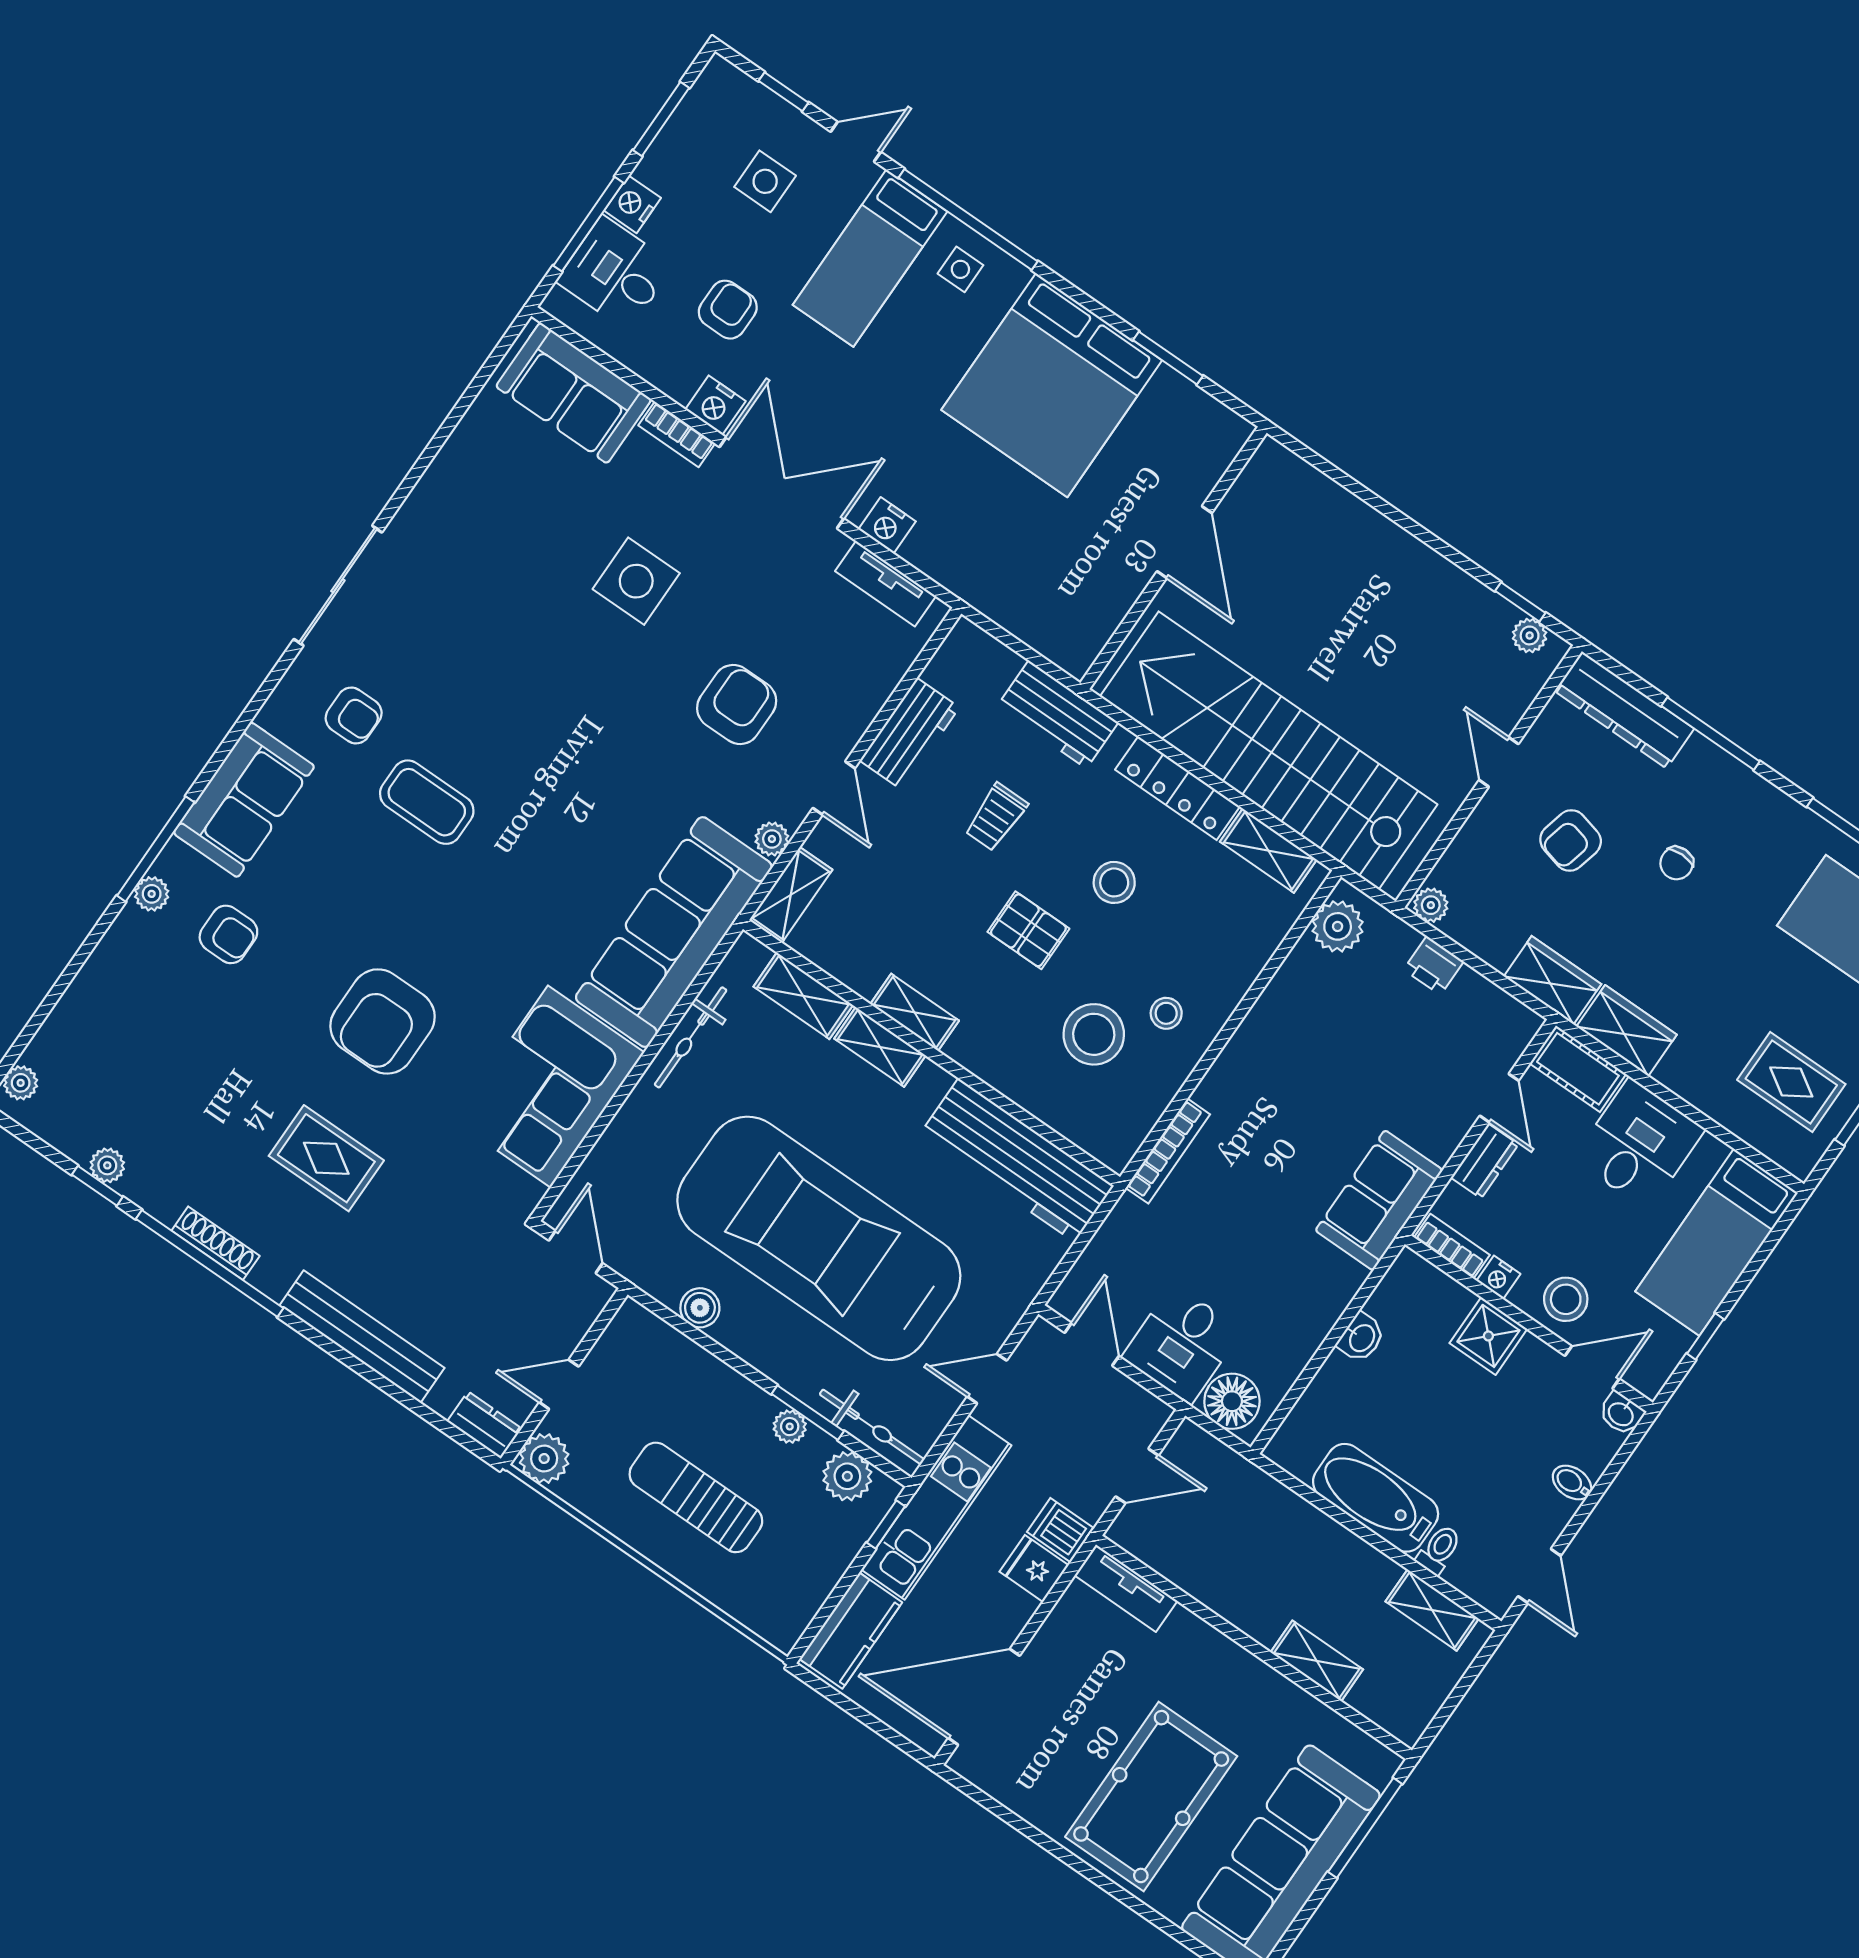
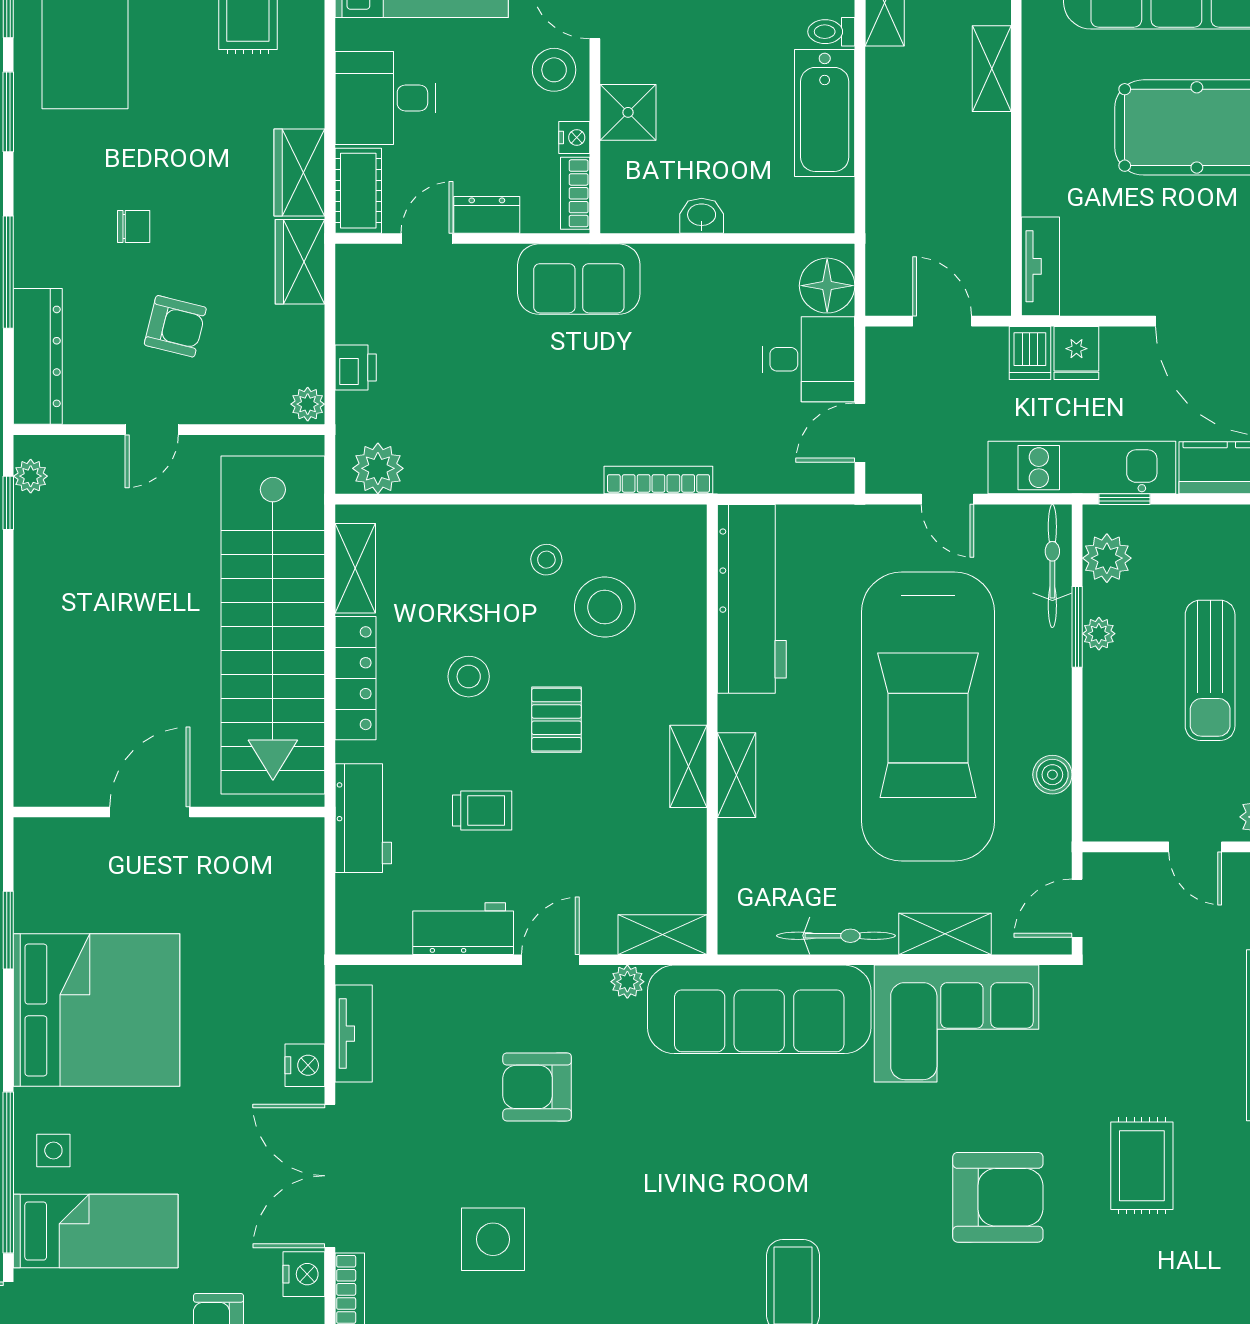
shelving: (803, 996) -> (945, 934), moved, turned 90

